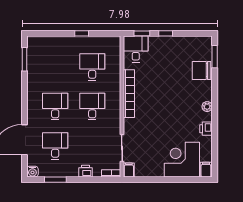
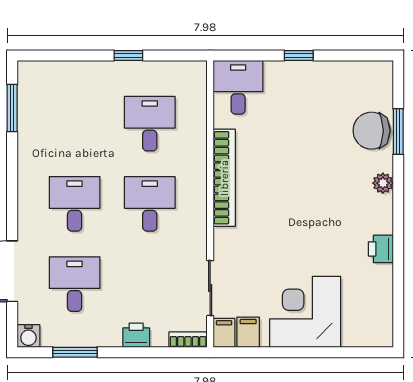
window: (142, 33) -> (251, 56), removed
window: (215, 57) -> (398, 132), moved
plant: (207, 107) -> (383, 183), moved
corner desk: (182, 160) -> (305, 312), moved
filing cabinet: (206, 170) -> (248, 332), moved

